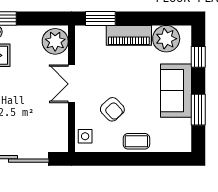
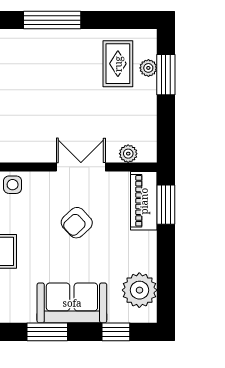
piano: (129, 35) -> (144, 201), moved
plant: (55, 41) -> (128, 154), width x0.53, depth x0.53
armchair: (112, 109) -> (77, 223), moved

